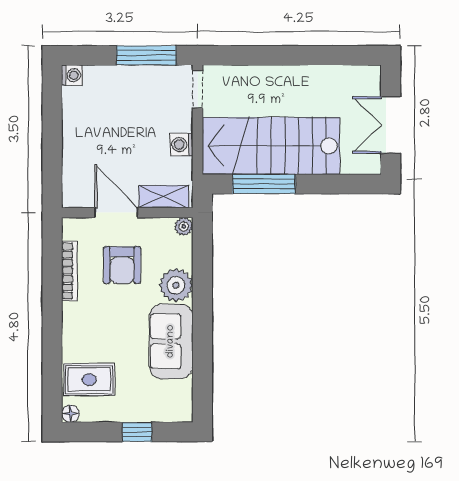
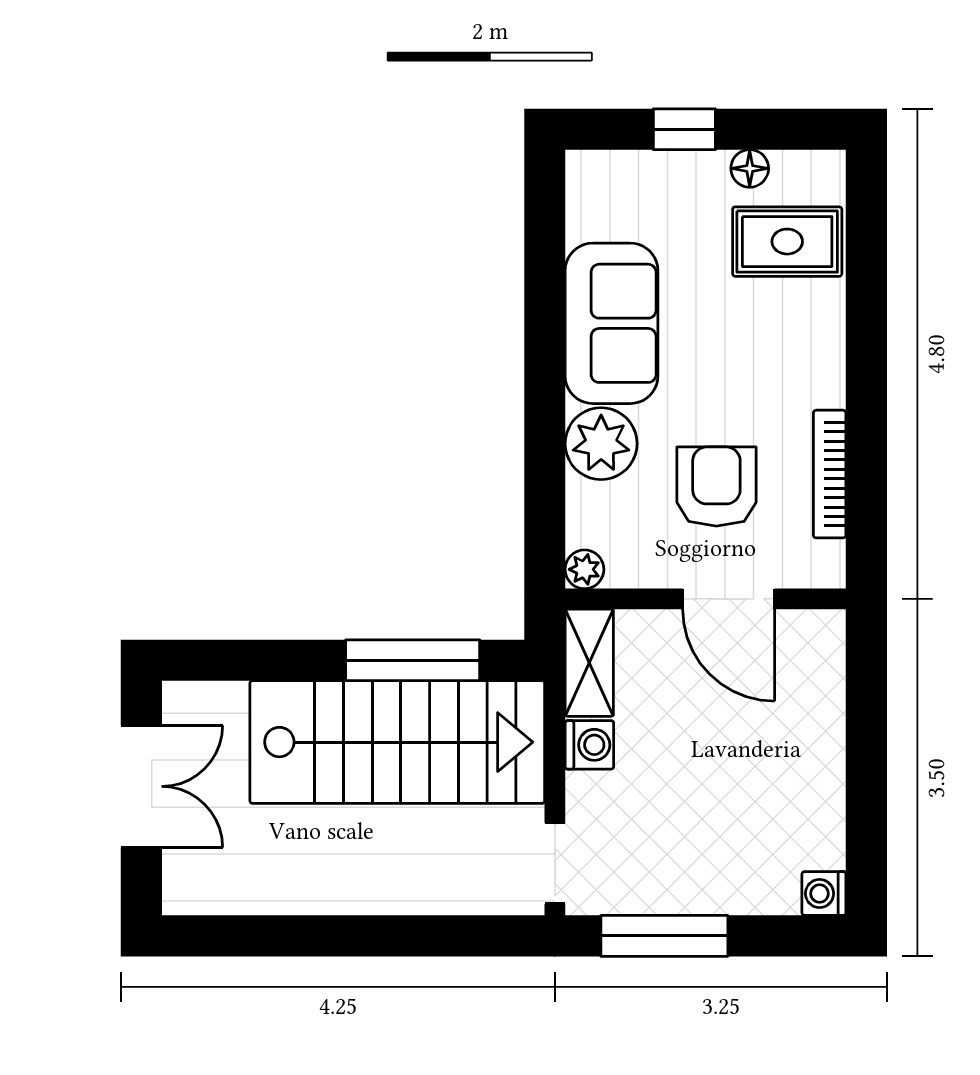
shelving: (164, 197) -> (589, 663), moved, turned 90
floor lamp: (70, 414) -> (750, 168), moved

